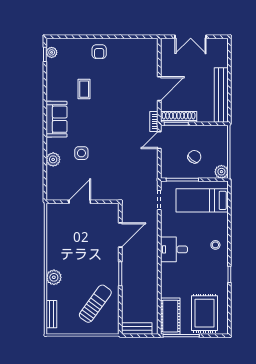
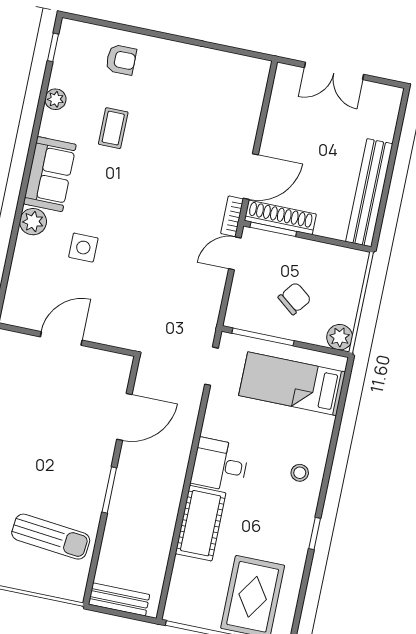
plant: (52, 52) -> (55, 99), moved
armchair: (99, 52) -> (121, 60), moved, turned -90
door: (159, 89) -> (251, 176), moved
plant: (53, 159) -> (33, 222), moved
sun lounger: (95, 304) -> (51, 537), turned 60
cot: (170, 316) -> (201, 523), moved

